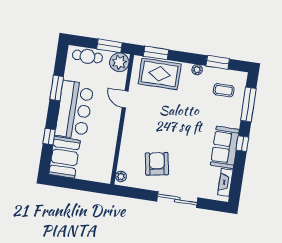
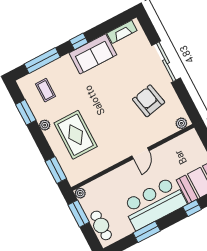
plant: (119, 62) -> (80, 193), width x0.53, depth x0.53
rug: (160, 74) -> (76, 135), moved
door: (125, 99) -> (140, 153), moved
armchair: (157, 164) -> (149, 101), turned 88

